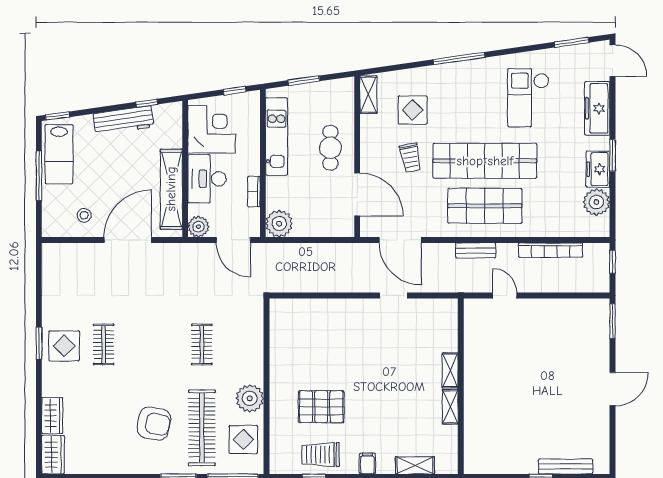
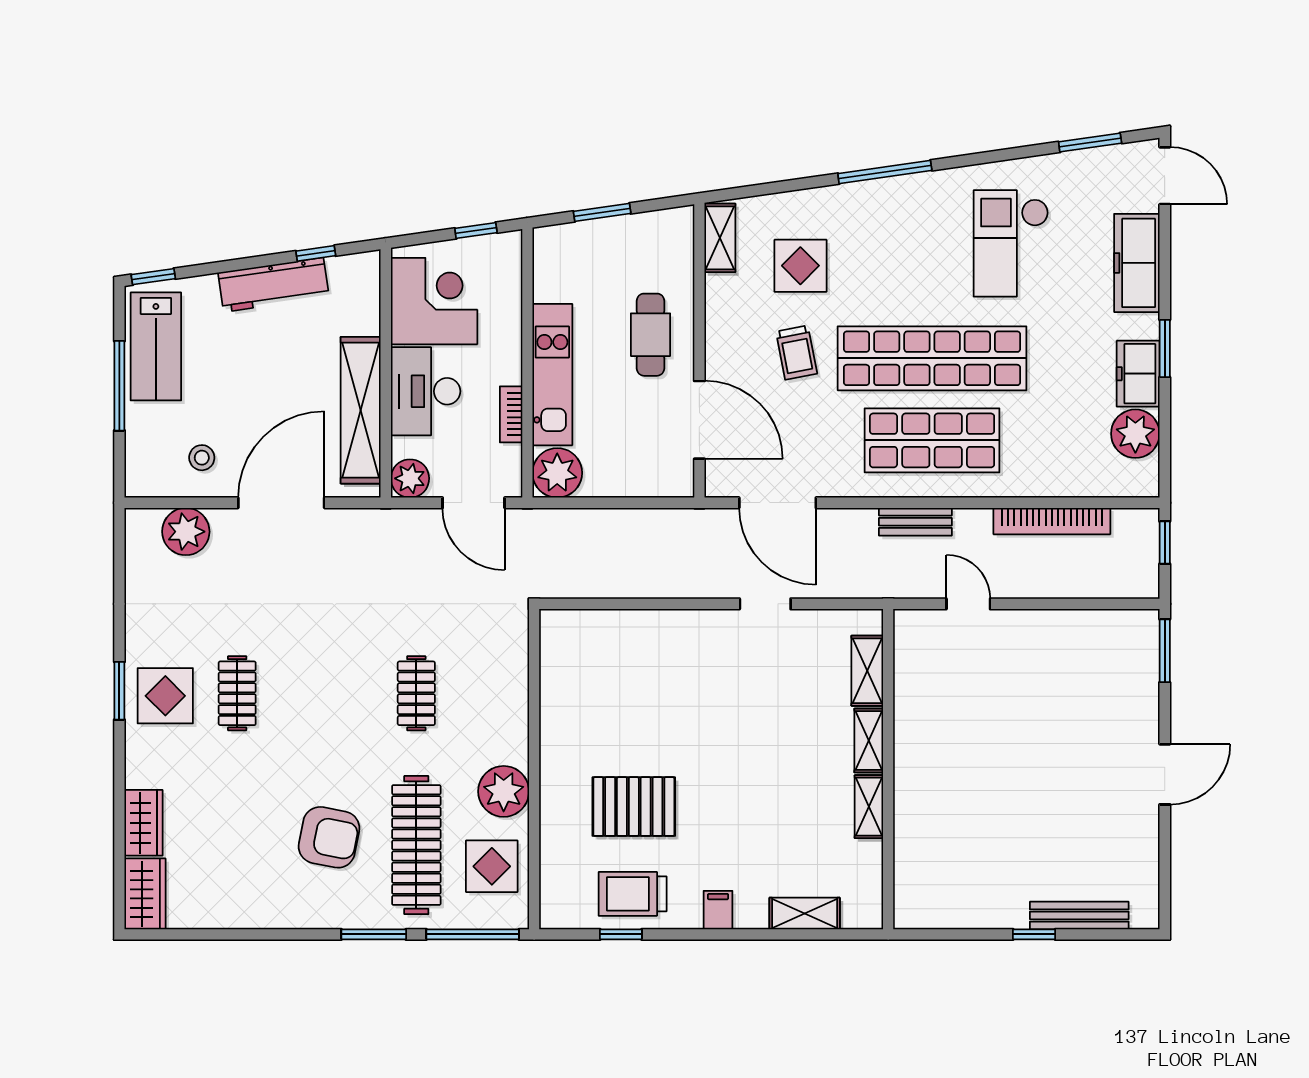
kitchen unit: (277, 137) -> (552, 375), moved
plant: (75, 256) -> (186, 532), added
shelving: (449, 332) -> (867, 671), added

